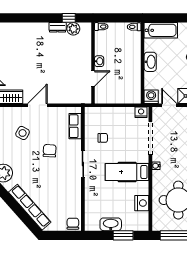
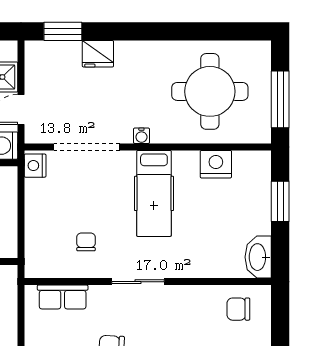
chair: (73, 224) -> (238, 309), moved
washbasin: (111, 224) -> (258, 257), moved

